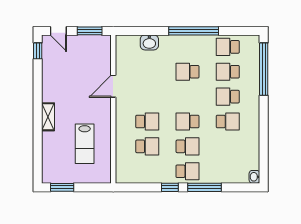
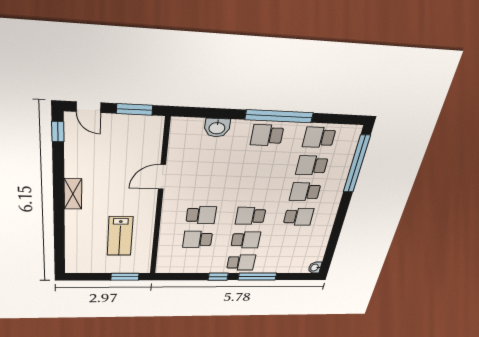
school desk: (187, 72) -> (267, 135), moved
shelving: (48, 117) -> (73, 194), moved
school desk: (147, 146) -> (198, 239), turned 180
window: (62, 187) -> (125, 277), moved

